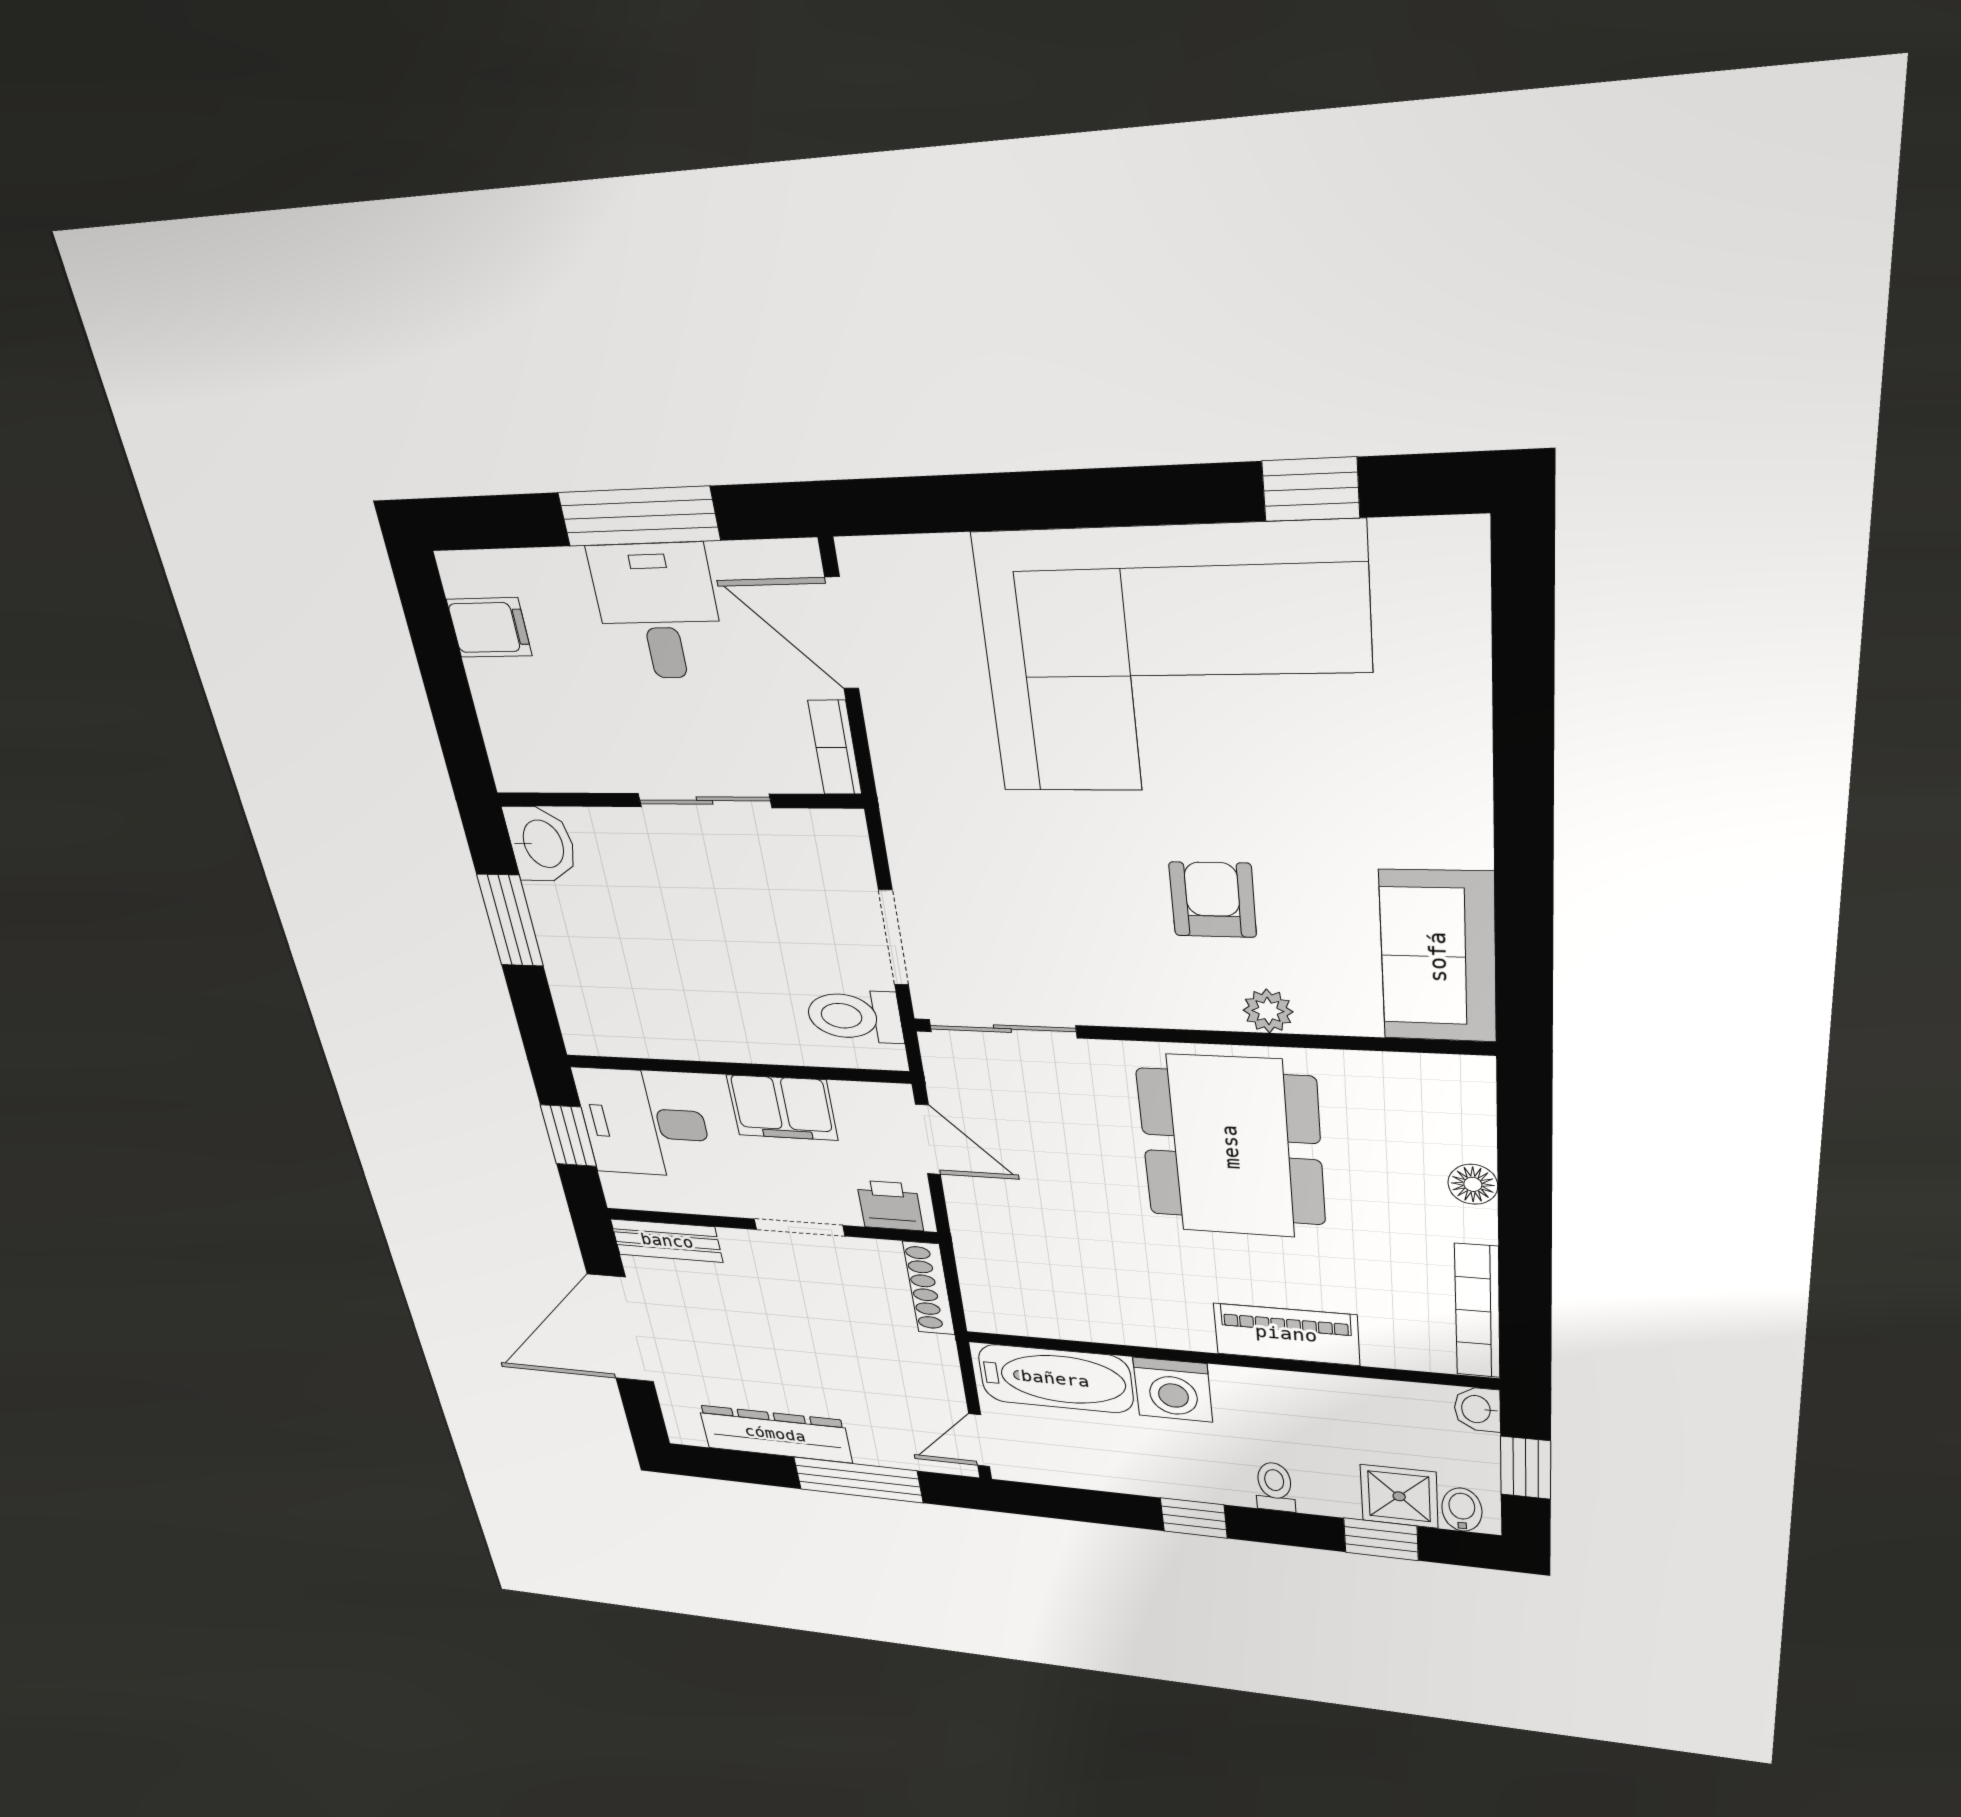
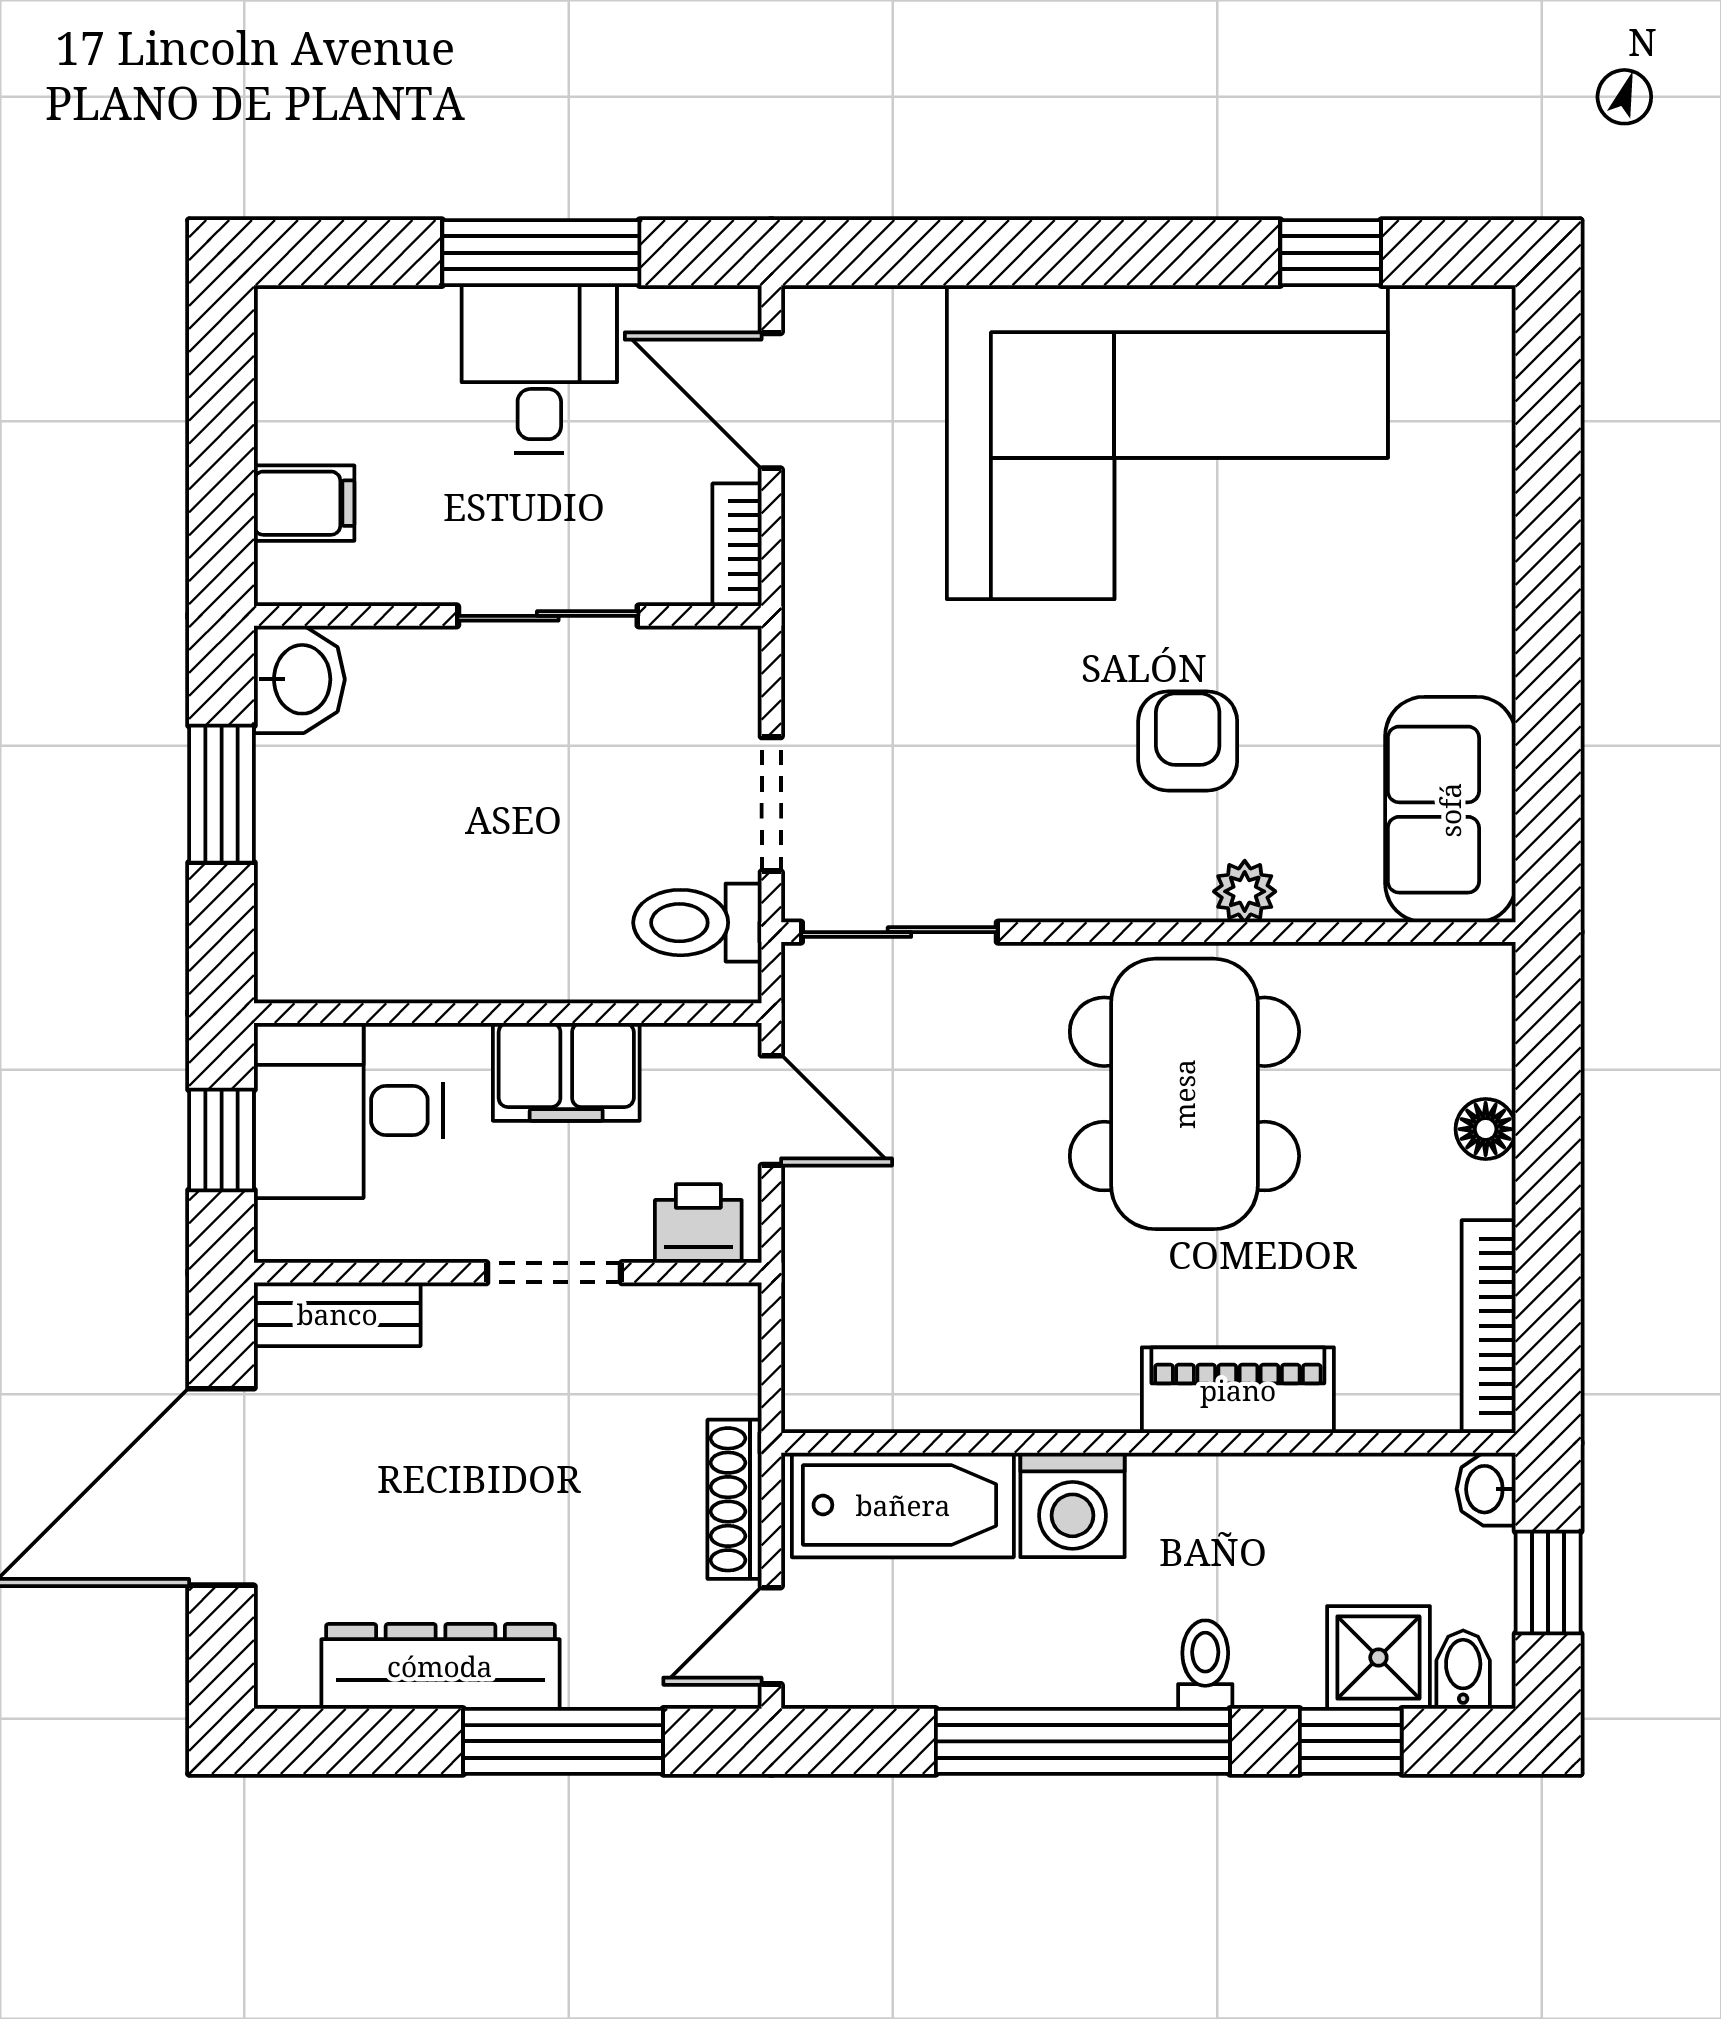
filing cabinet: (489, 627) -> (304, 503), moved
shoe rack: (929, 1288) -> (734, 1499), moved
window: (1194, 1518) -> (1083, 1741), width x3.17

